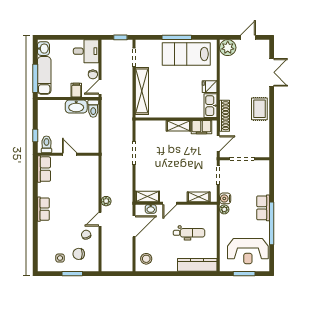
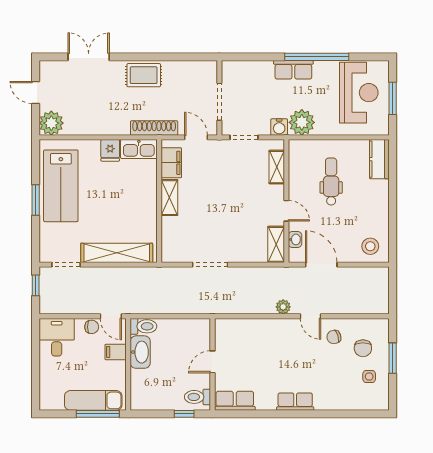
window: (177, 37) -> (36, 200), width x0.69
washbasin: (43, 49) -> (53, 402), removed
plant: (224, 209) -> (302, 122), width x1.88, depth x1.88
kitchen counter: (197, 265) -> (379, 159), width x0.67

